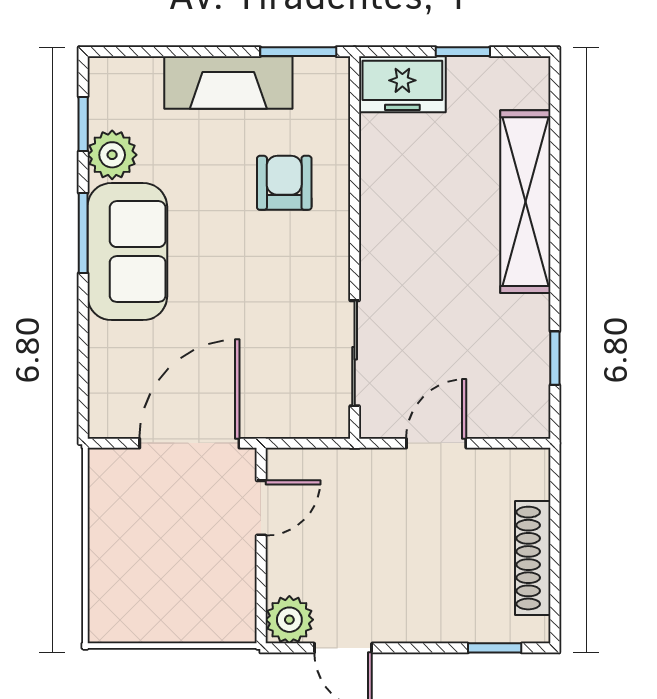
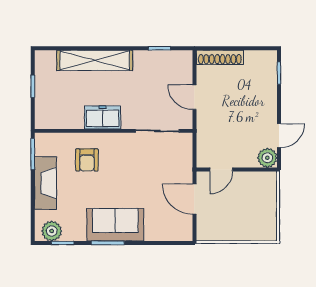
freezer: (402, 84) -> (103, 117), moved, turned -90
plant: (112, 155) -> (52, 231), moved
armchair: (284, 183) -> (87, 160), turned -90
door: (189, 443) -> (194, 199), width x0.73
door: (261, 508) -> (221, 169), swing flipped
shoe rack: (533, 558) -> (220, 57), moved

